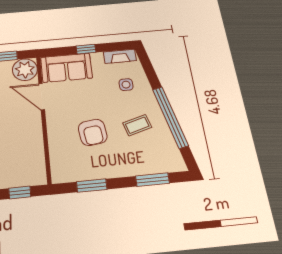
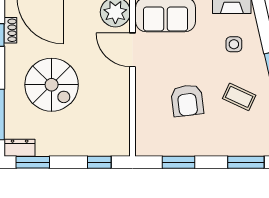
coffee table: (137, 125) -> (239, 97), turned 41

